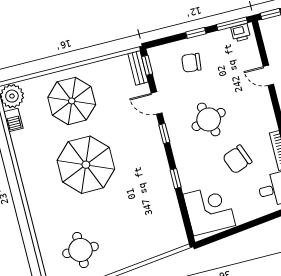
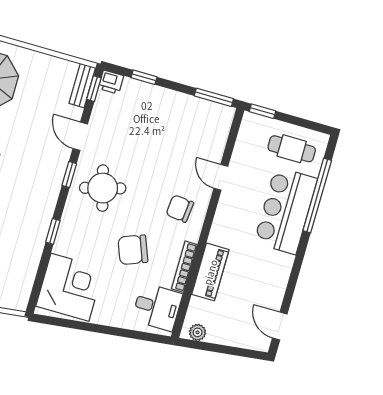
window: (196, 33) -> (144, 77), moved
printer: (241, 33) -> (111, 82), moved
chair: (191, 63) -> (180, 209), moved
round table: (209, 119) -> (103, 188), moved

